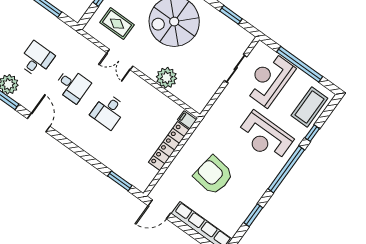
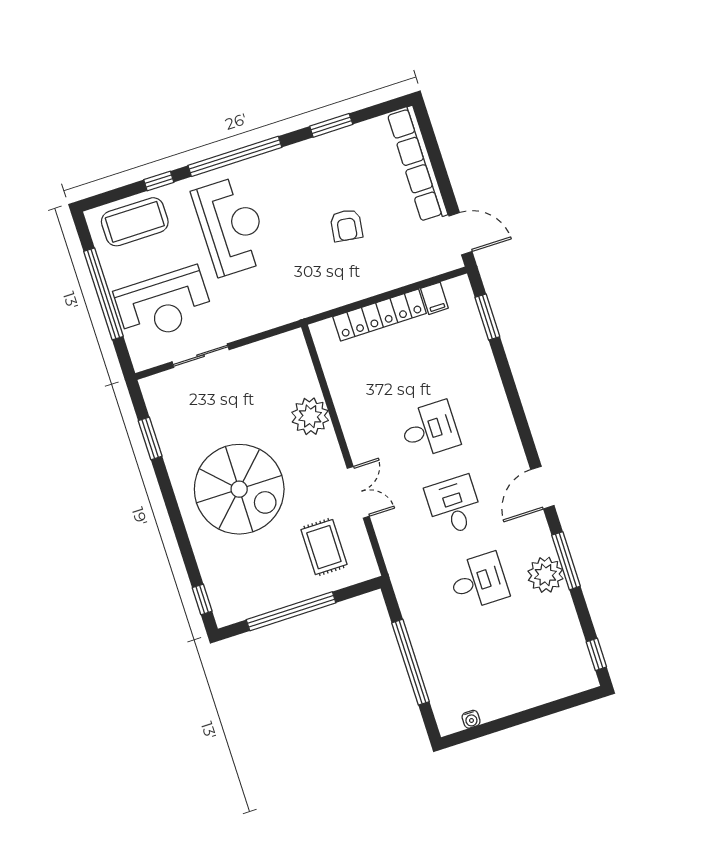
desk: (36, 59) -> (479, 581), turned 180
filing cabinet: (187, 120) -> (434, 298), moved
armchair: (213, 175) -> (346, 225), width x0.53, depth x0.53

